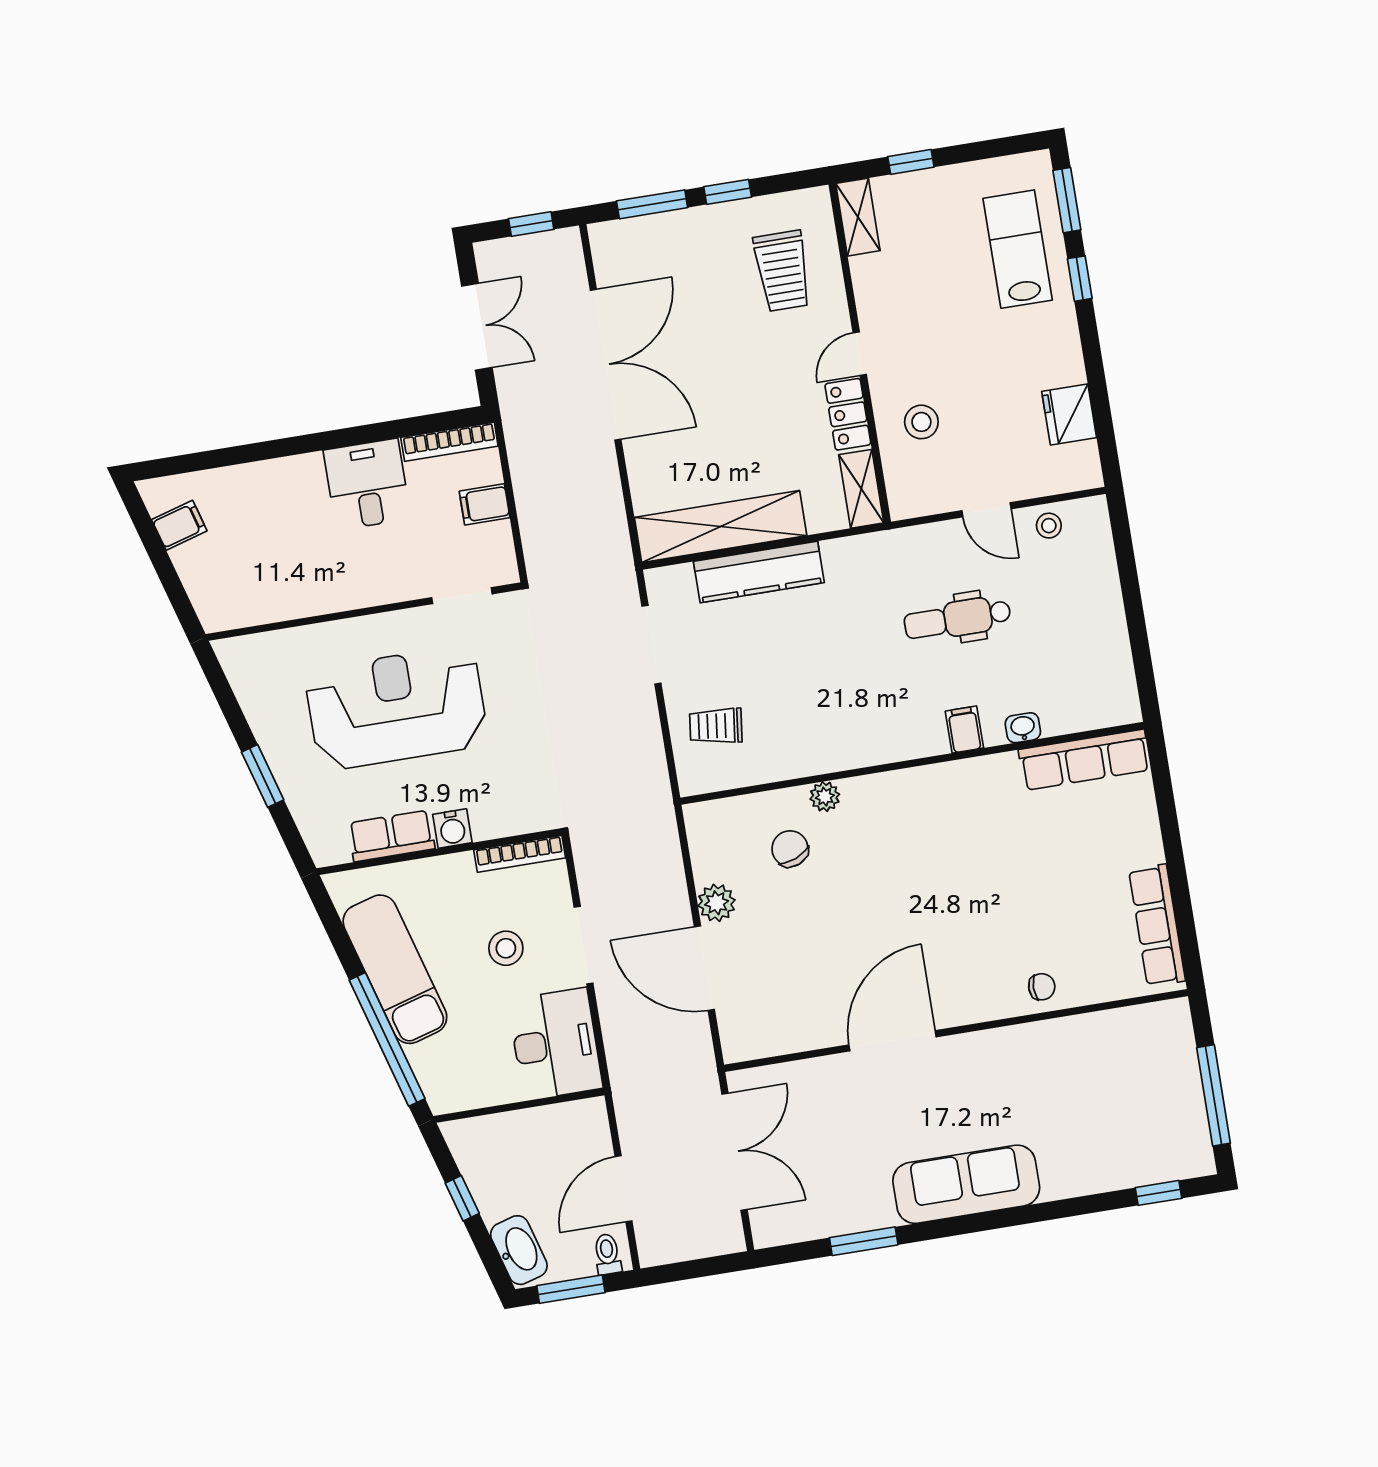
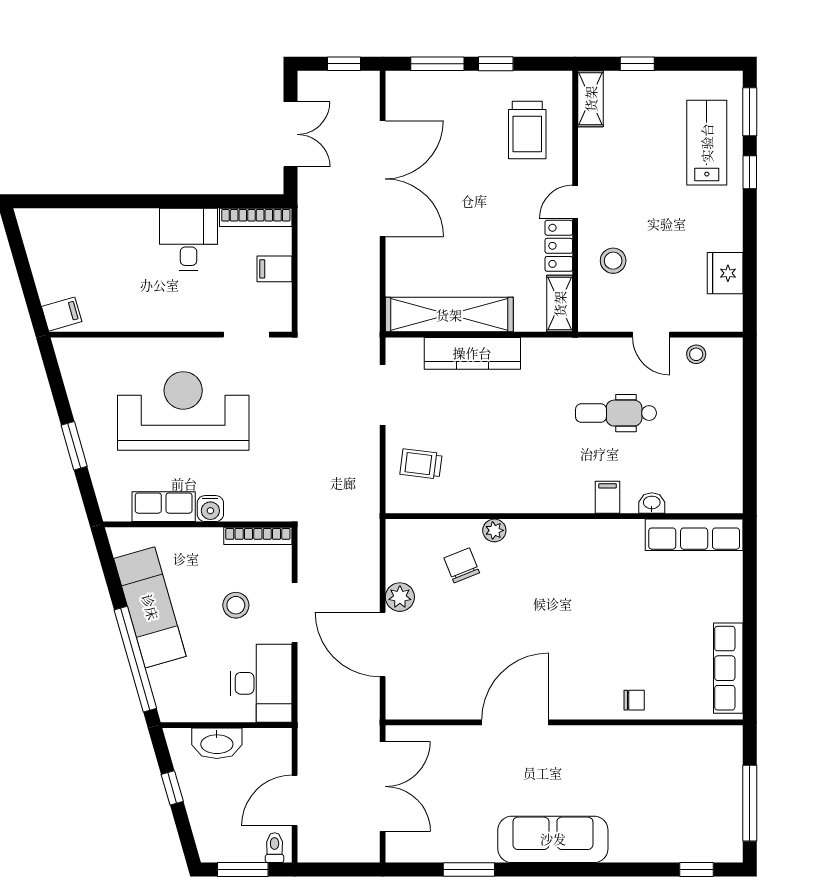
filing cabinet: (179, 525) -> (62, 314), moved
washbasin: (519, 1250) -> (217, 743), moved, turned 106

